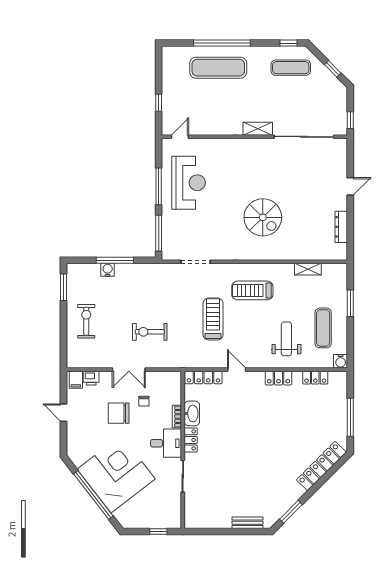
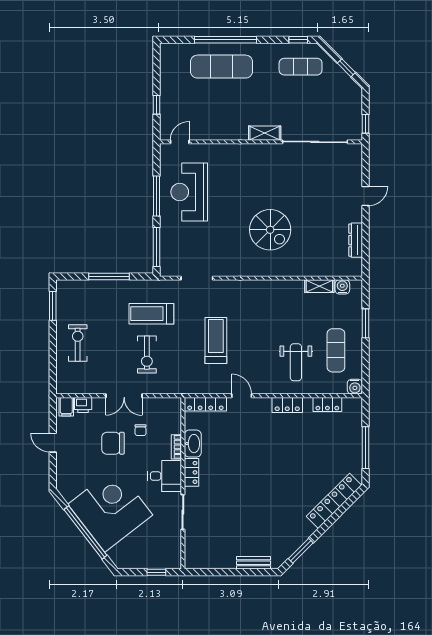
reception desk: (189, 183) -> (189, 192), turned 180
water cooler: (108, 270) -> (342, 287), moved
treadmill: (252, 290) -> (151, 314), moved
exercise bike: (150, 332) -> (147, 355), turned -90
weight bench: (286, 339) -> (296, 362), turned 180

